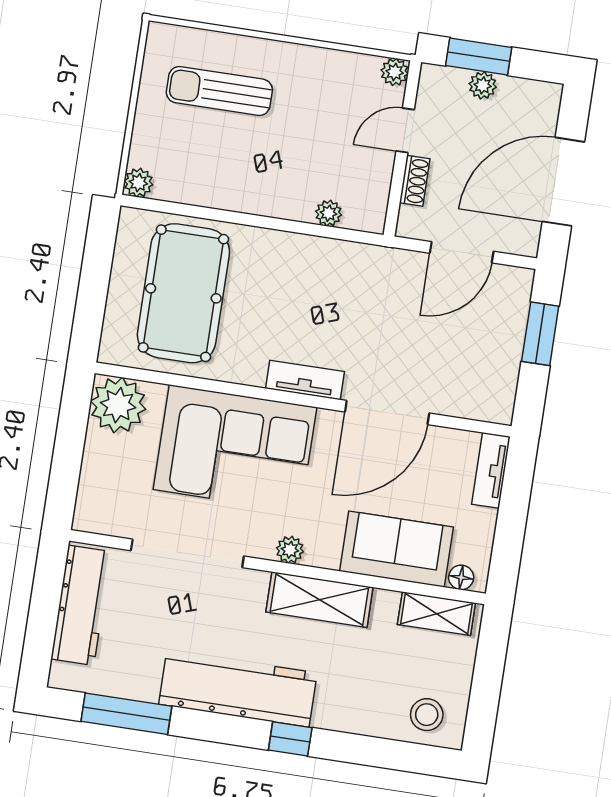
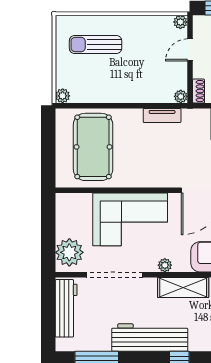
shoe rack: (415, 181) -> (198, 91), moved
plant: (329, 213) -> (181, 96), moved
tv unit: (305, 380) -> (162, 116), moved, turned 180
plant: (118, 405) -> (69, 252), moved

